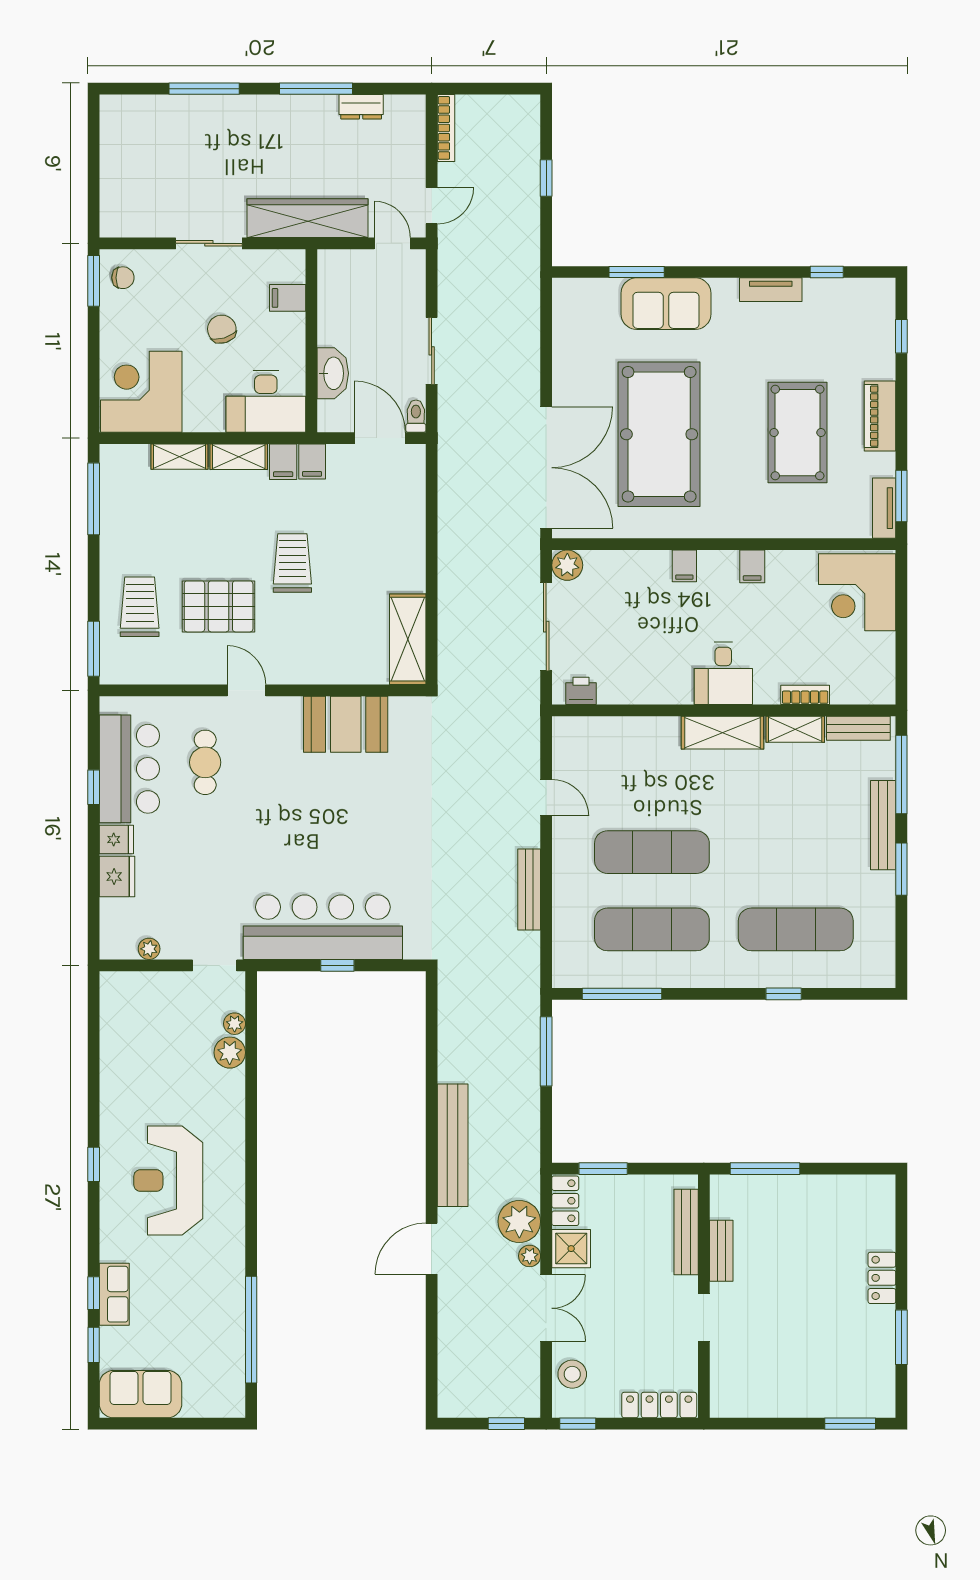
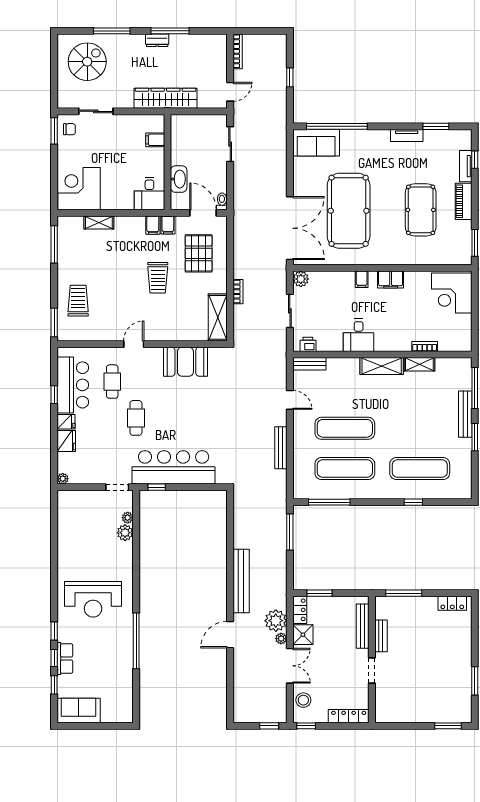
dresser: (361, 107) -> (157, 40), moved
spiral stairs: (157, 148) -> (87, 62), added
sliding door: (209, 243) -> (96, 111), moved
door: (392, 243) -> (210, 111), removed
window: (637, 272) -> (337, 126), width x2.11
window: (827, 272) -> (436, 126), width x1.50
sofa: (666, 304) -> (316, 143), moved
chair: (222, 329) -> (121, 156), removed
sliding door: (432, 351) -> (230, 144), moved
desk: (266, 401) -> (149, 194), width x0.73
shelving: (239, 457) -> (130, 222), removed
tv unit: (884, 508) -> (466, 166), moved
trolley: (292, 563) -> (158, 278), turned 180
filing cabinet: (752, 566) -> (391, 280), width x2.00
bookcase: (447, 589) -> (238, 292), added
pallet: (219, 606) -> (199, 253), moved, turned 90
sliding door: (546, 627) -> (290, 311), width x0.73
desk: (723, 673) -> (359, 335), moved
door: (246, 690) -> (134, 344), hinge flipped
bench: (858, 728) -> (309, 364), moved
cafe table: (251, 832) -> (136, 418), added
plant: (149, 949) -> (63, 479), moved
window: (337, 965) -> (157, 487), moved
window: (94, 1164) -> (54, 631), moved
reception desk: (168, 1181) -> (93, 599), turned -90
locker: (882, 1278) -> (452, 603), moved, turned -90
window: (251, 1330) -> (136, 641), moved

